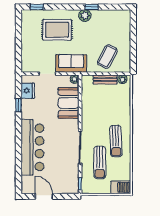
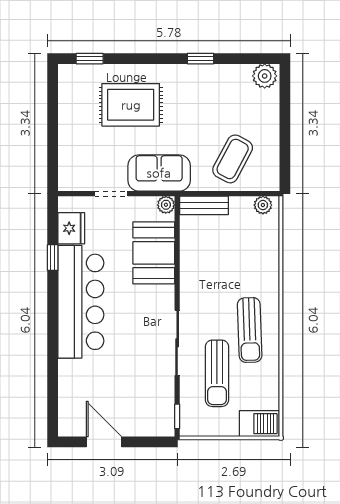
plant: (85, 16) -> (265, 76), moved
bench: (105, 79) -> (204, 205), moved
bar counter: (32, 147) -> (81, 302), moved

